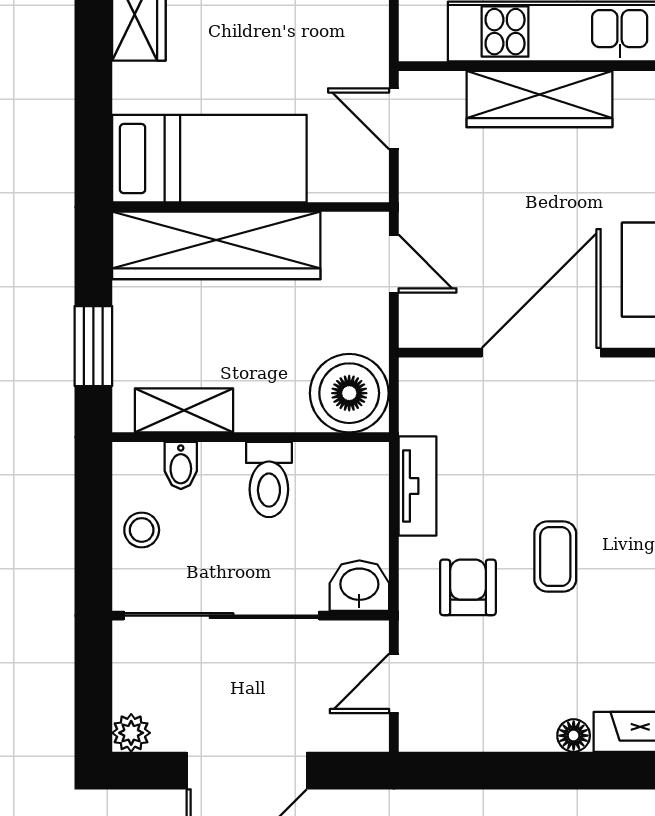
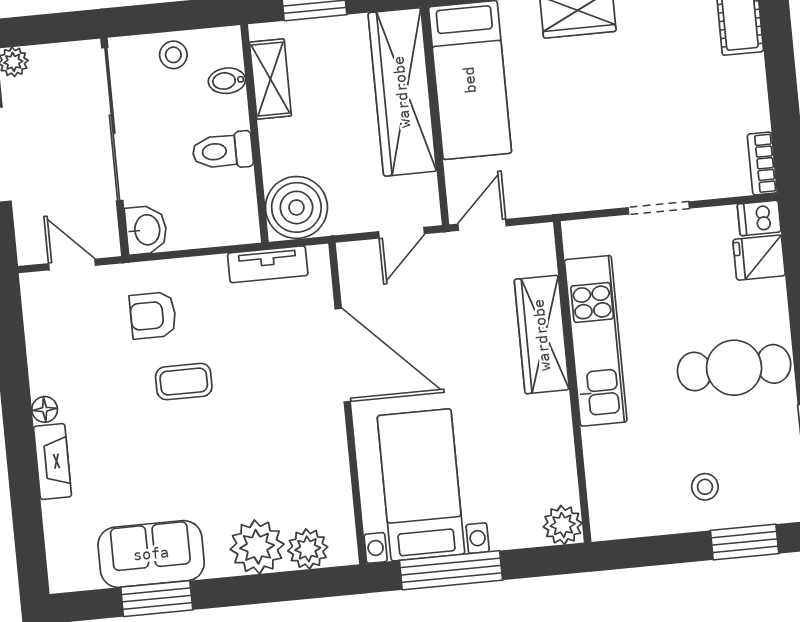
door: (394, 119) -> (482, 225), moved
tv unit: (418, 486) -> (268, 264), moved
armchair: (468, 587) -> (153, 315), turned 180

